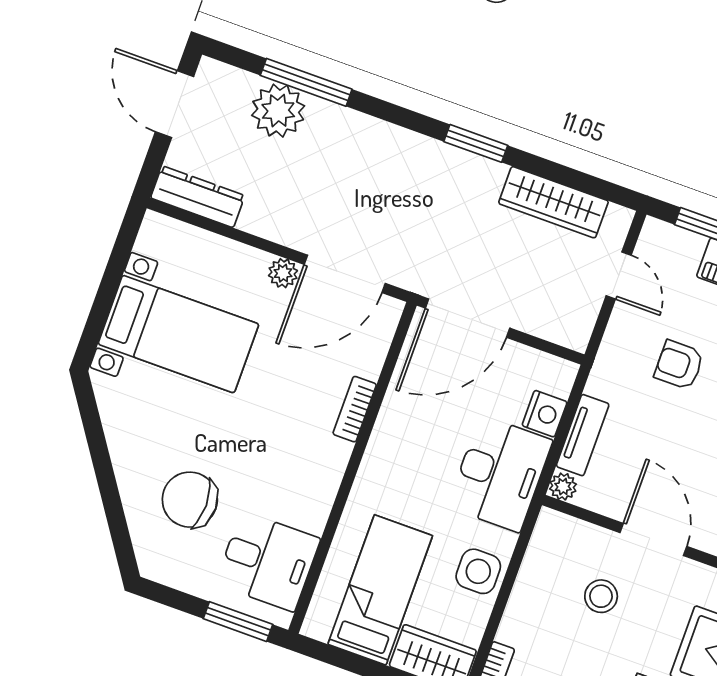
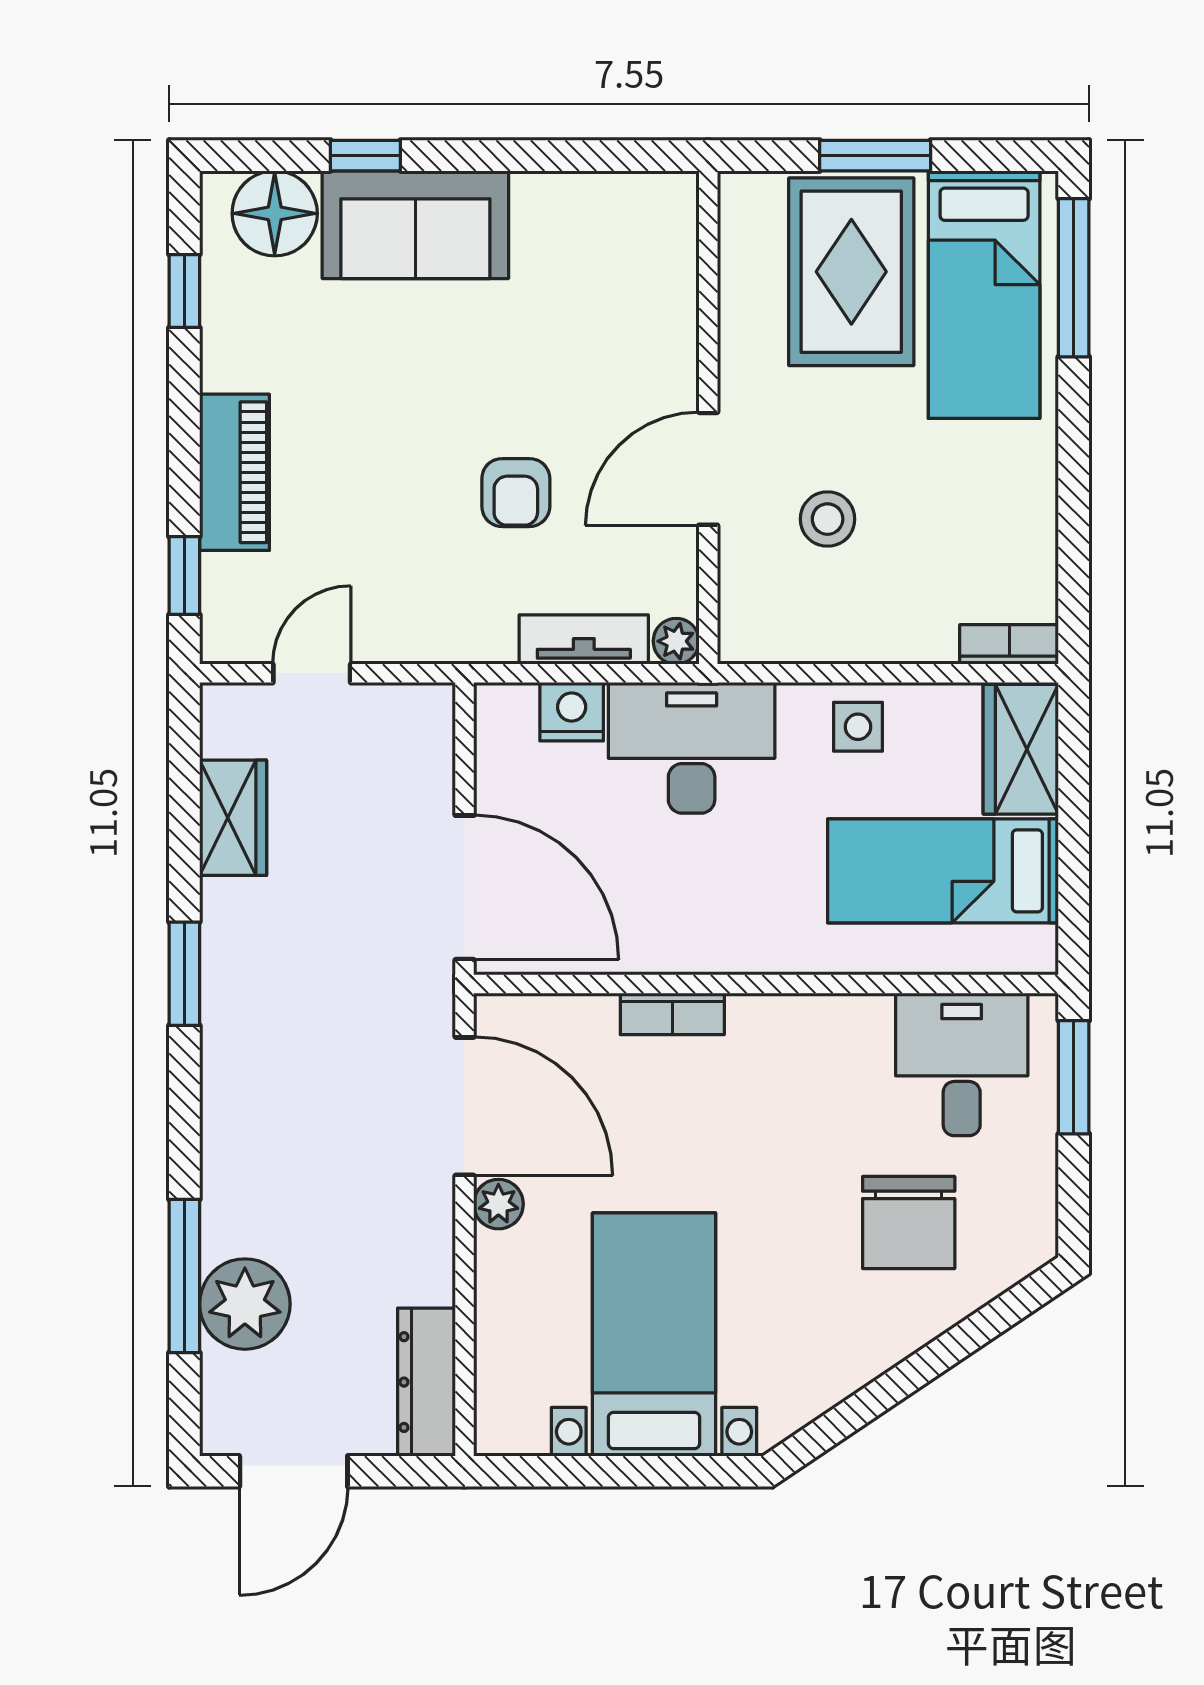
wardrobe: (553, 202) -> (233, 818), width x0.67
armchair: (679, 365) -> (516, 493), moved
side table: (478, 571) -> (858, 727), width x0.73, depth x0.73

